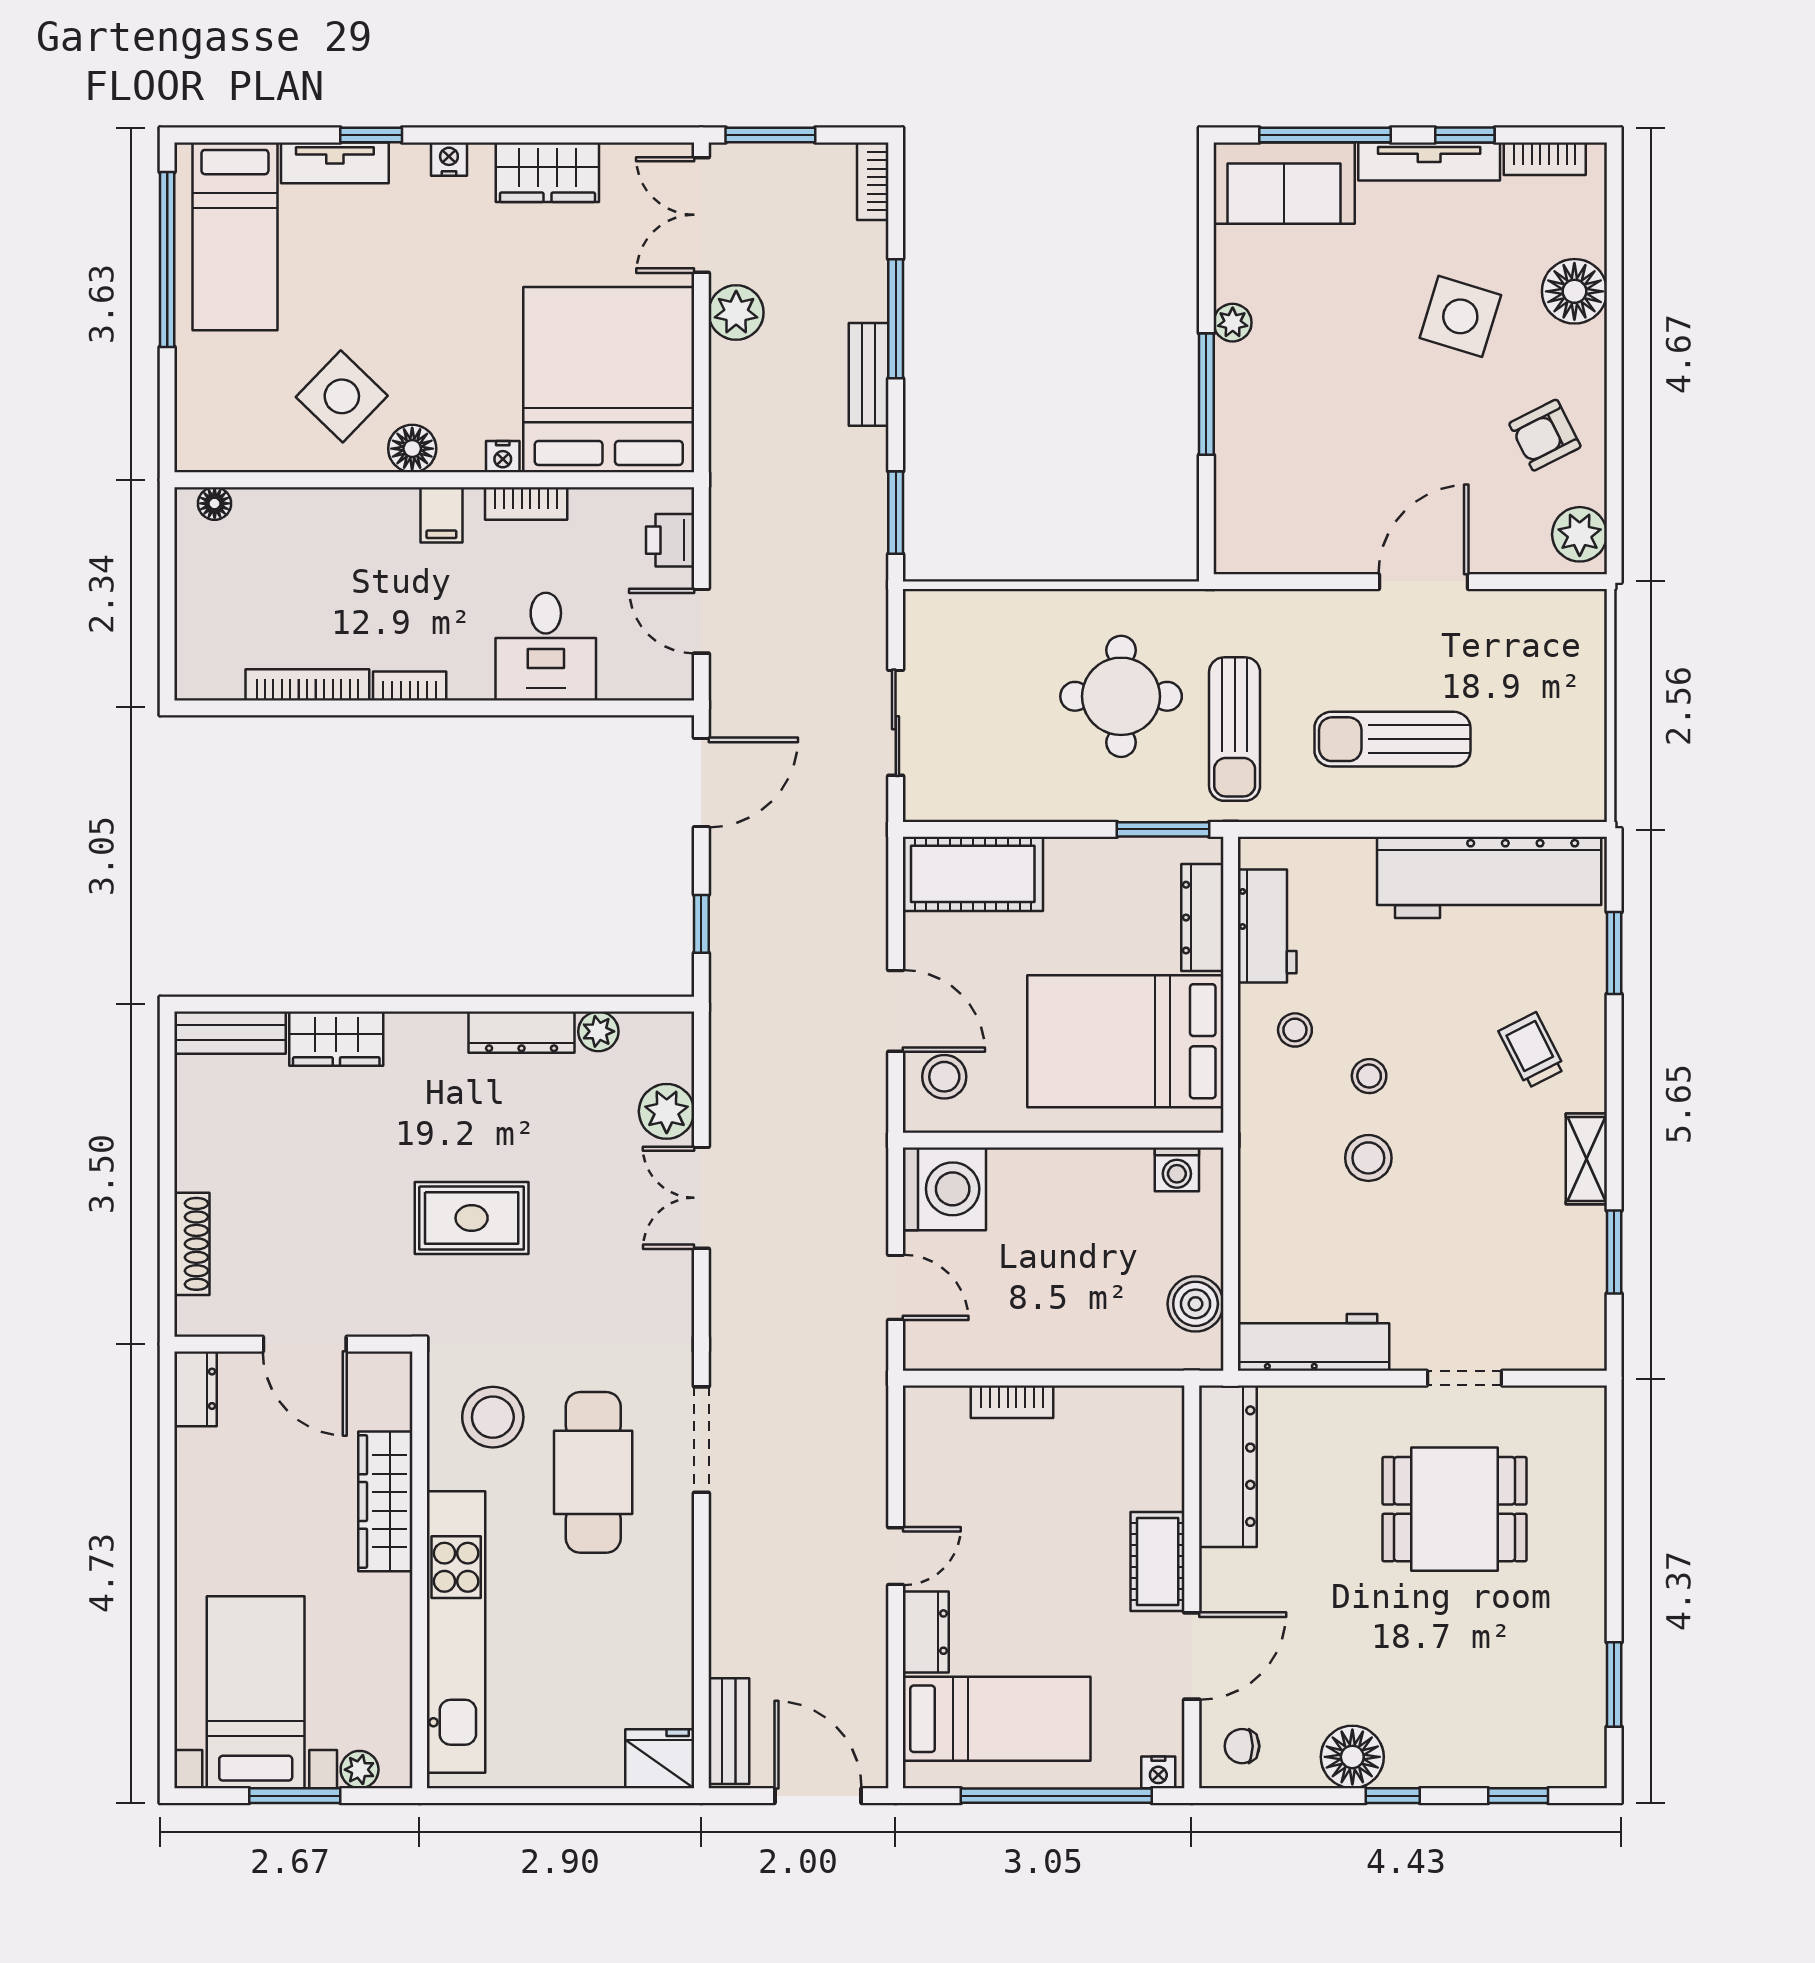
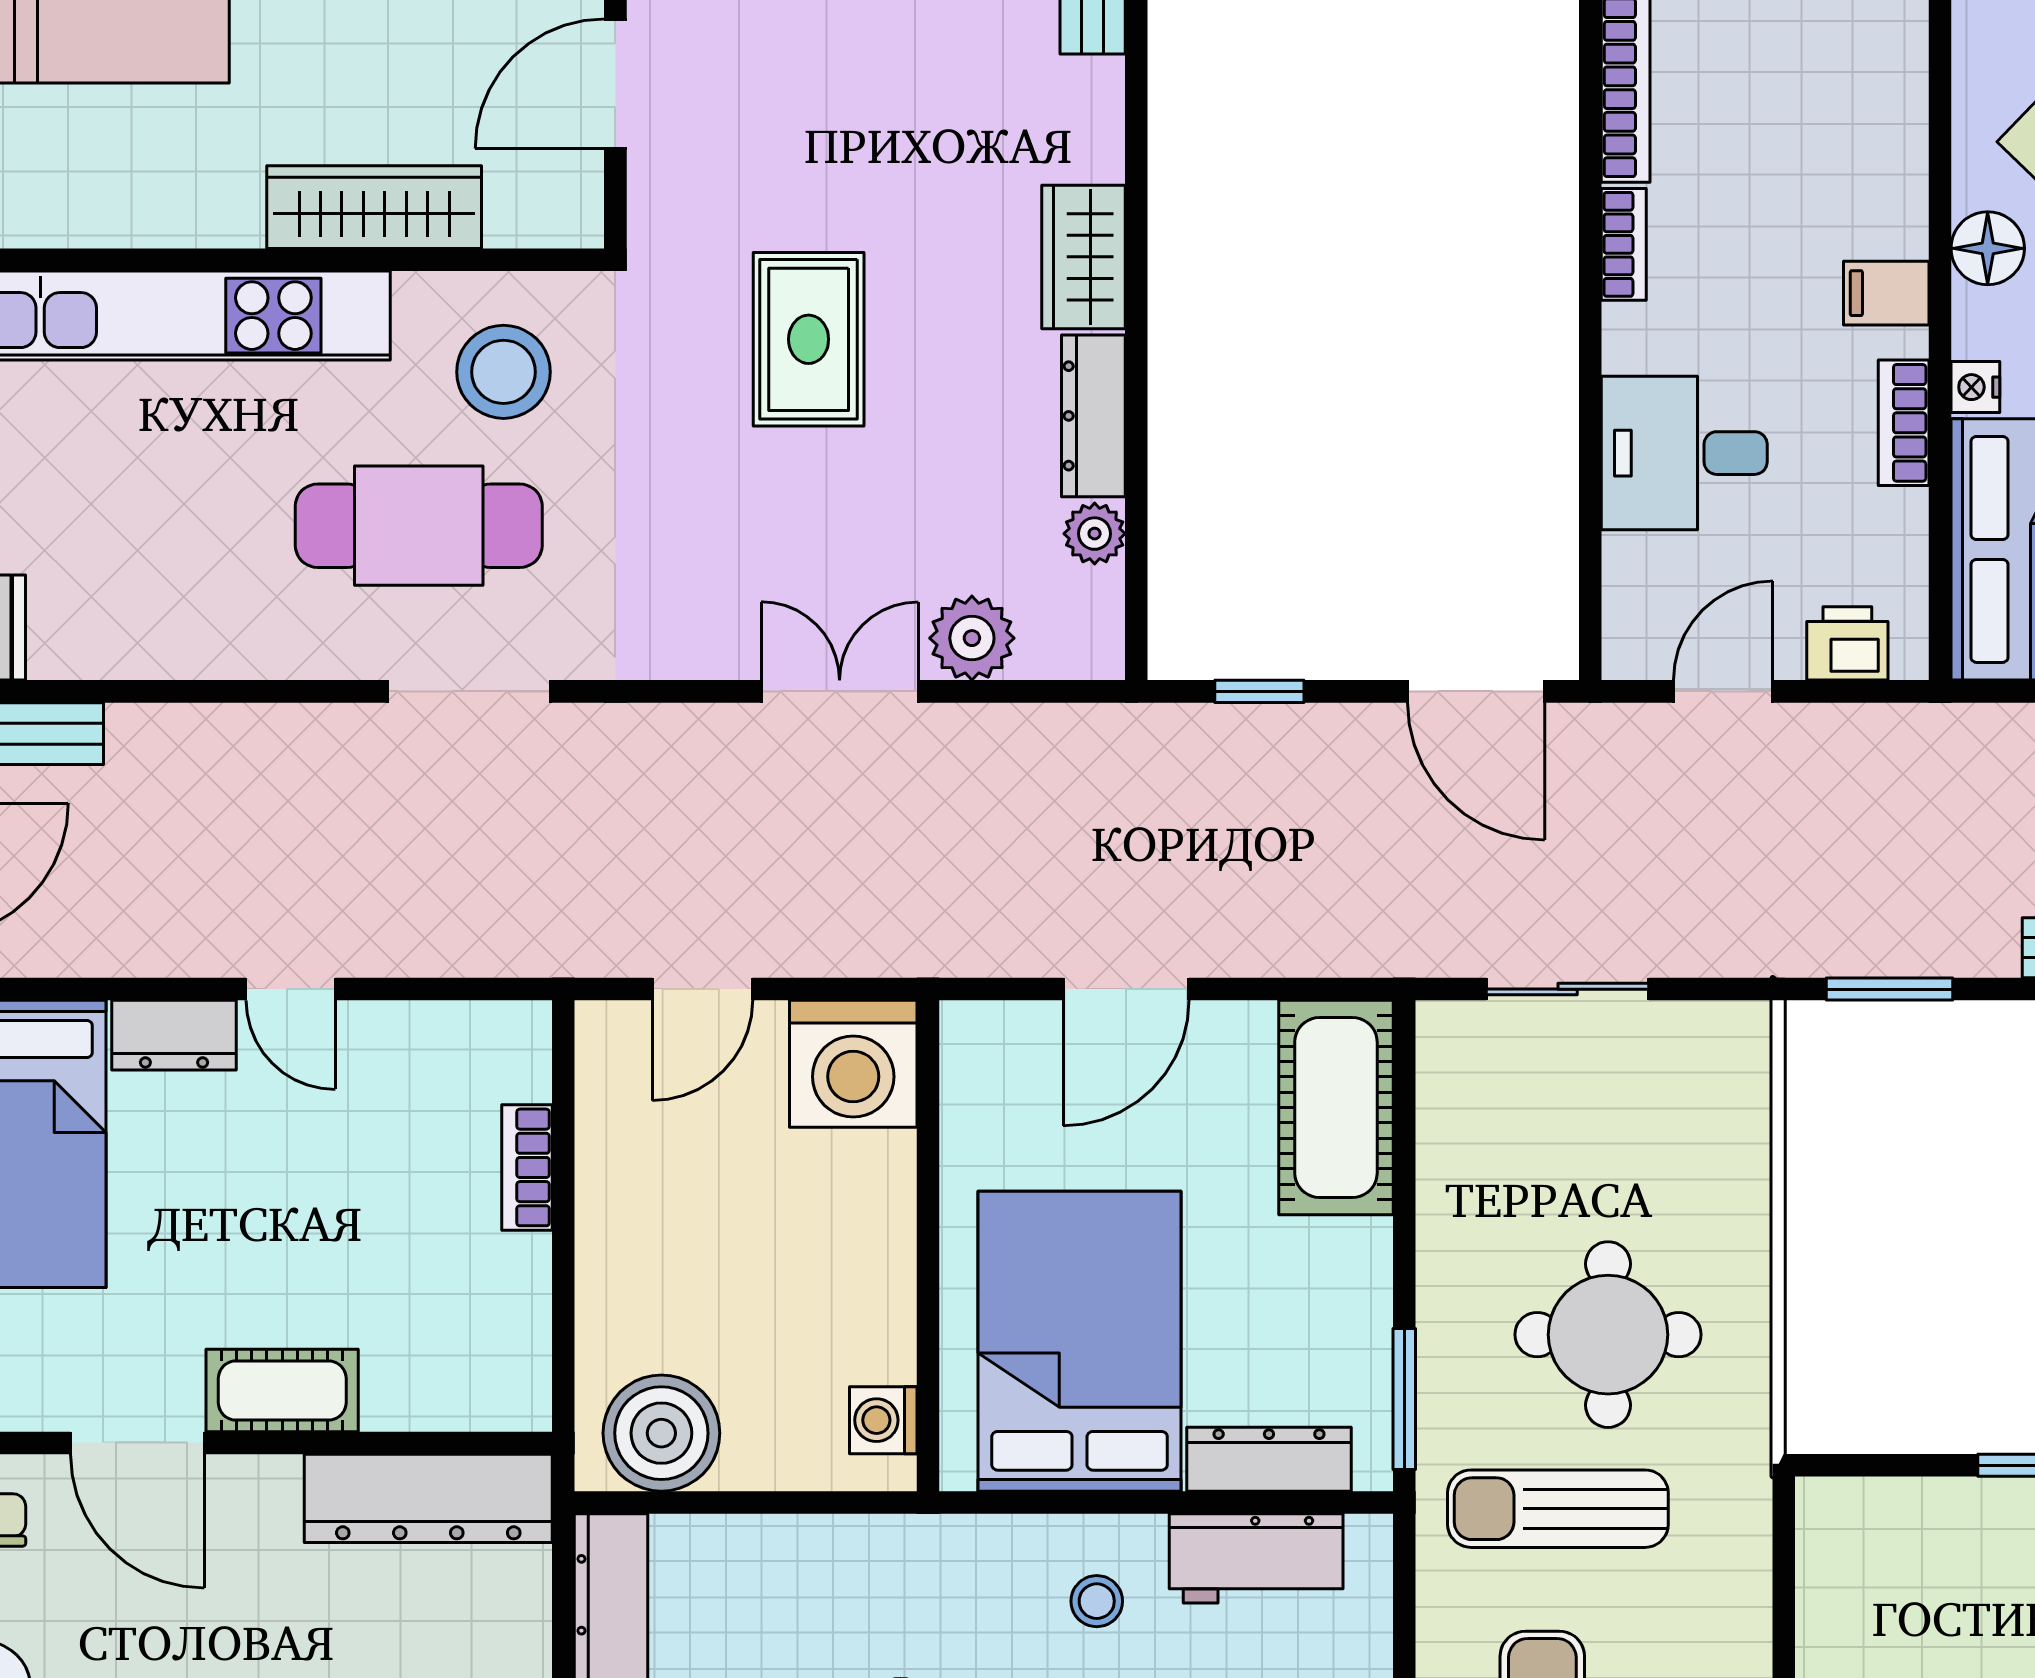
wardrobe: (336, 1039) -> (1083, 257), moved
stool: (944, 1077) -> (1025, 1064), removed
boiler: (1196, 1304) -> (661, 1433), width x1.37, depth x1.37

